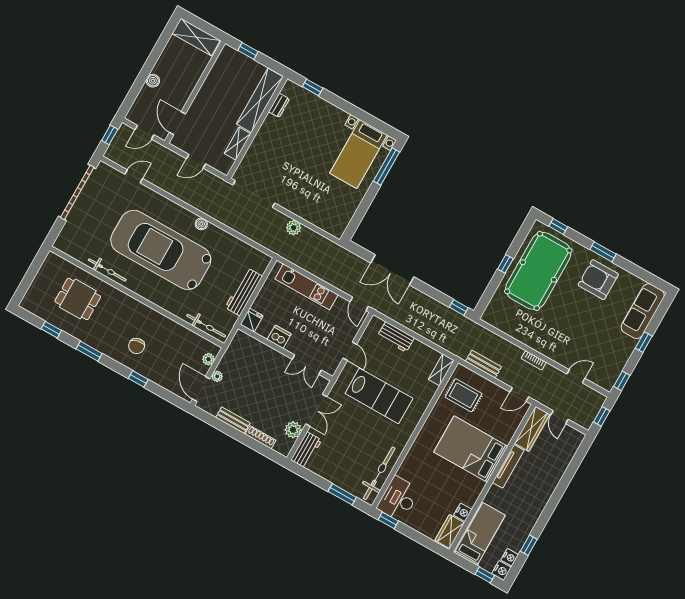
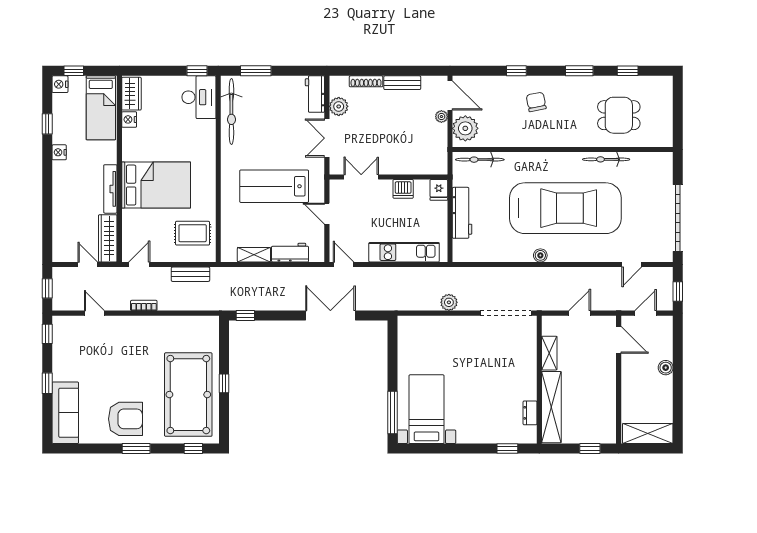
plant: (208, 359) -> (465, 128), width x1.87, depth x1.87
shelving: (441, 370) -> (254, 255), moved, turned 90
door: (576, 376) -> (94, 313), swing flipped
nightstand: (510, 557) -> (59, 152), moved

